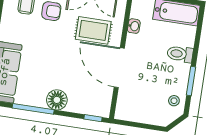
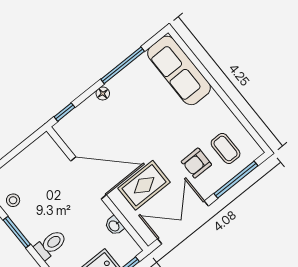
floor lamp: (57, 100) -> (103, 93), width x0.53, depth x0.53

